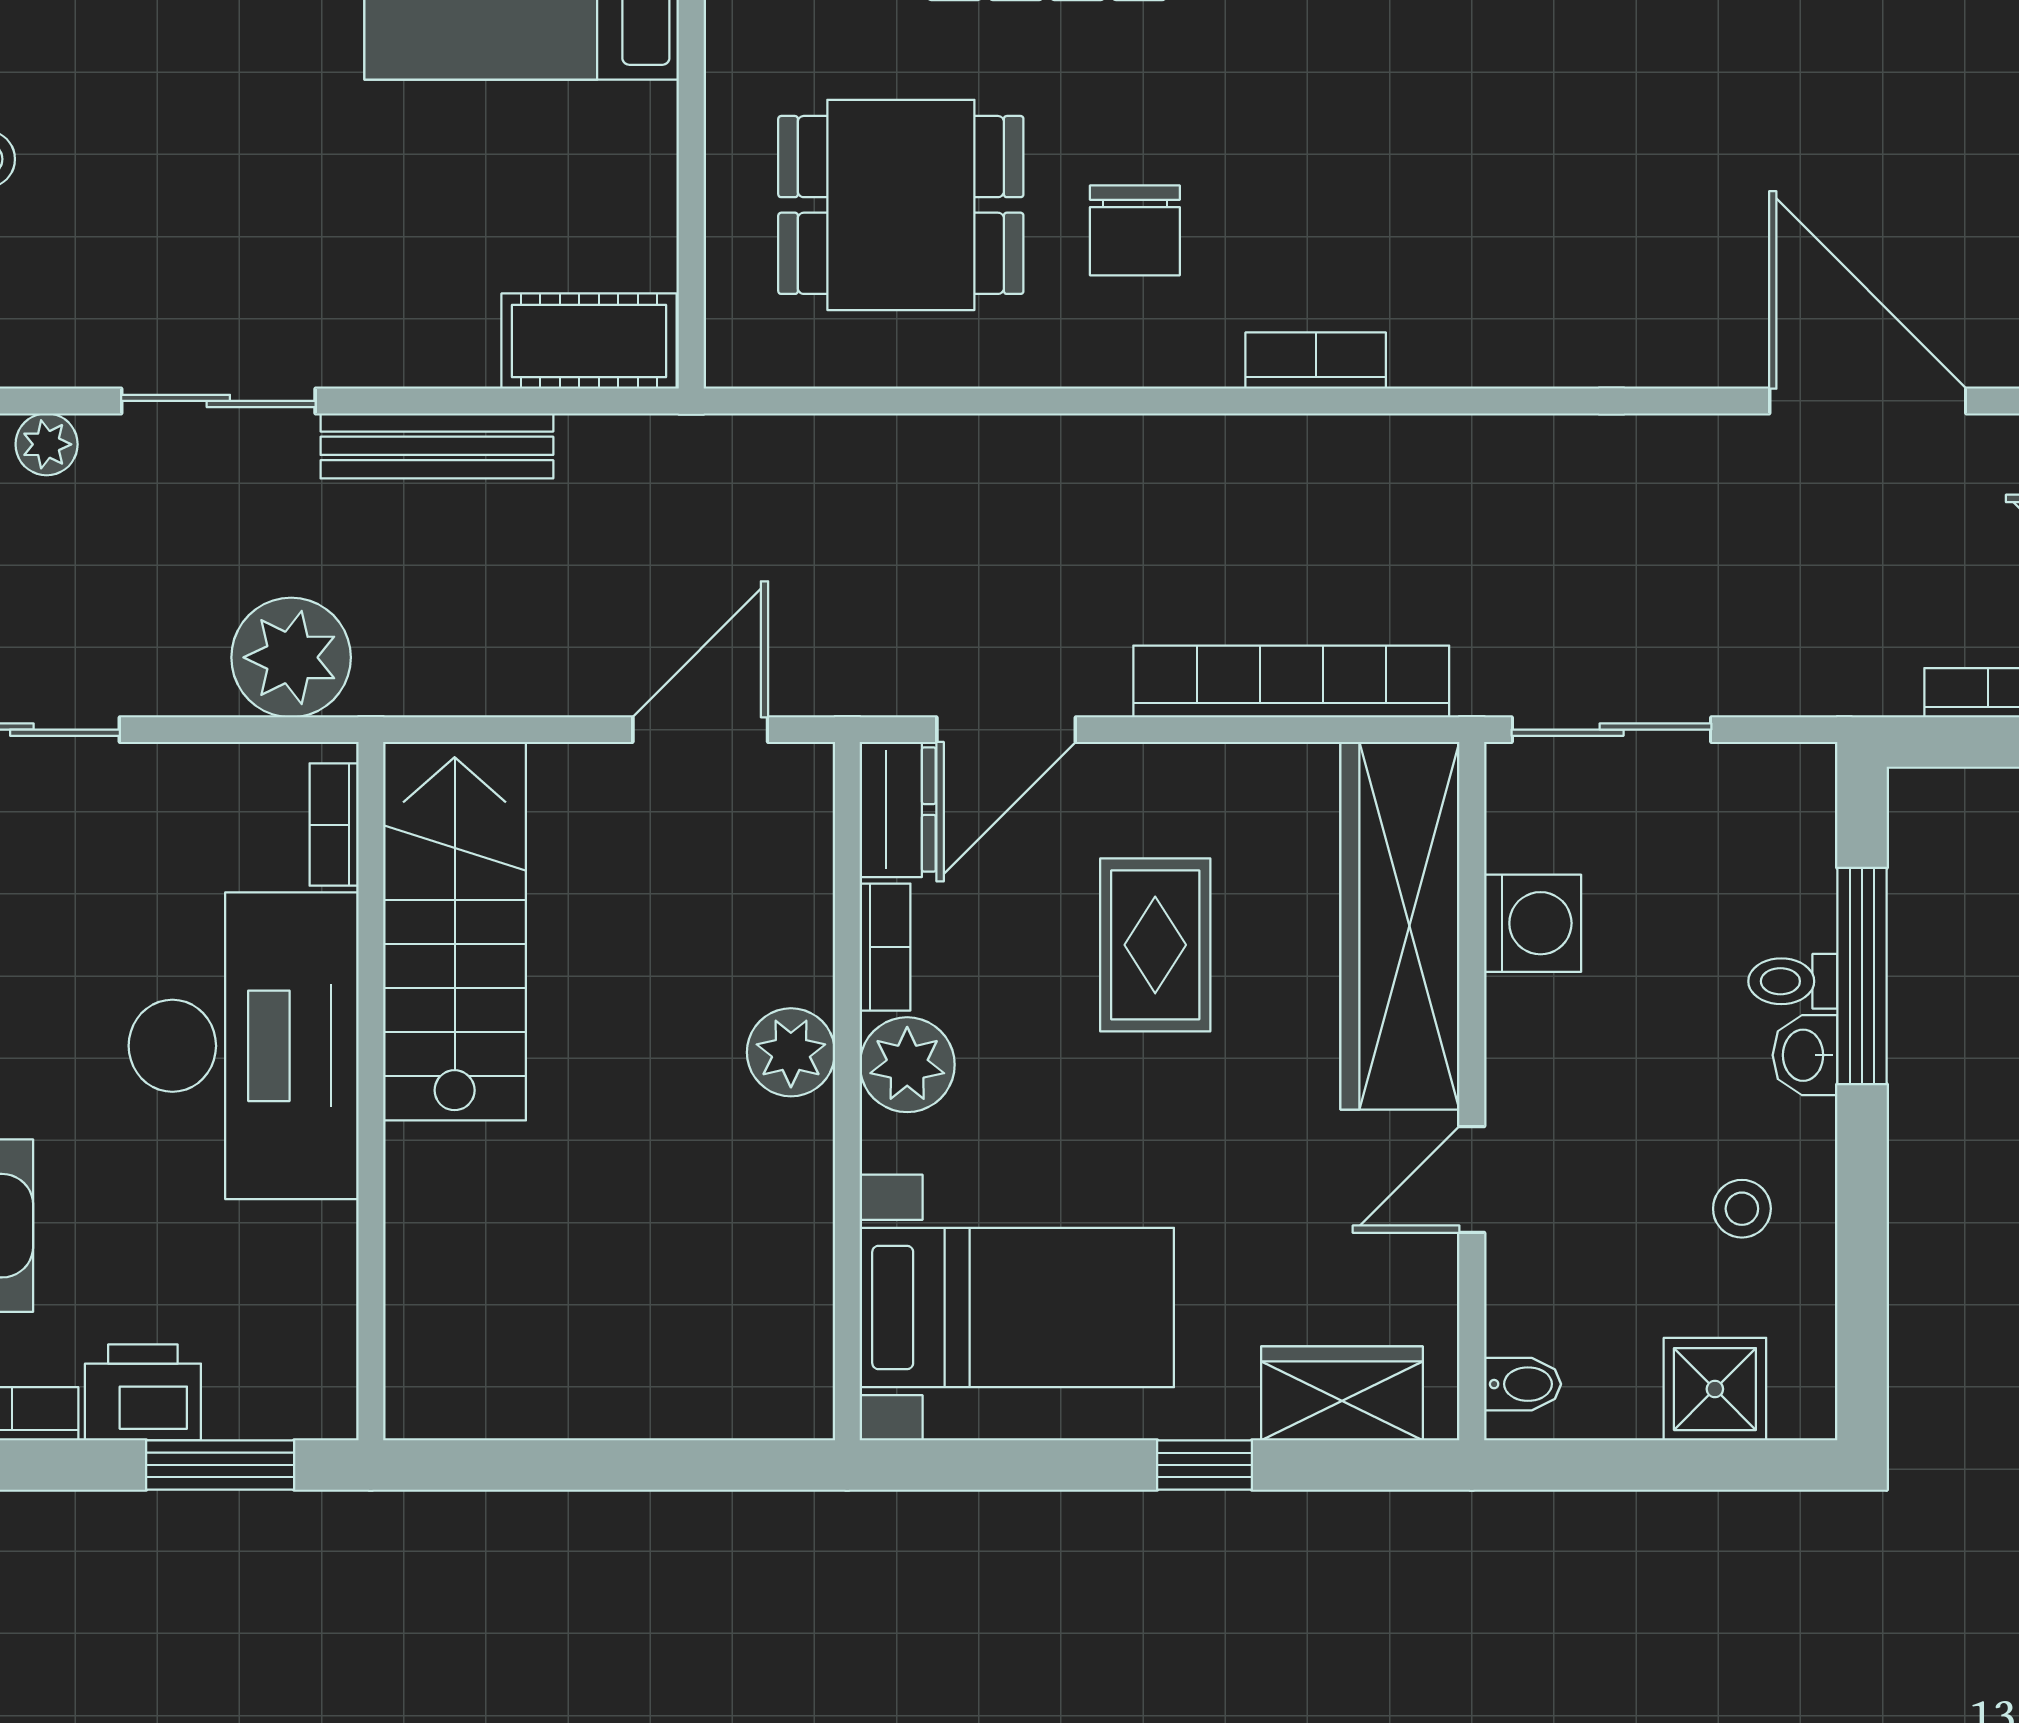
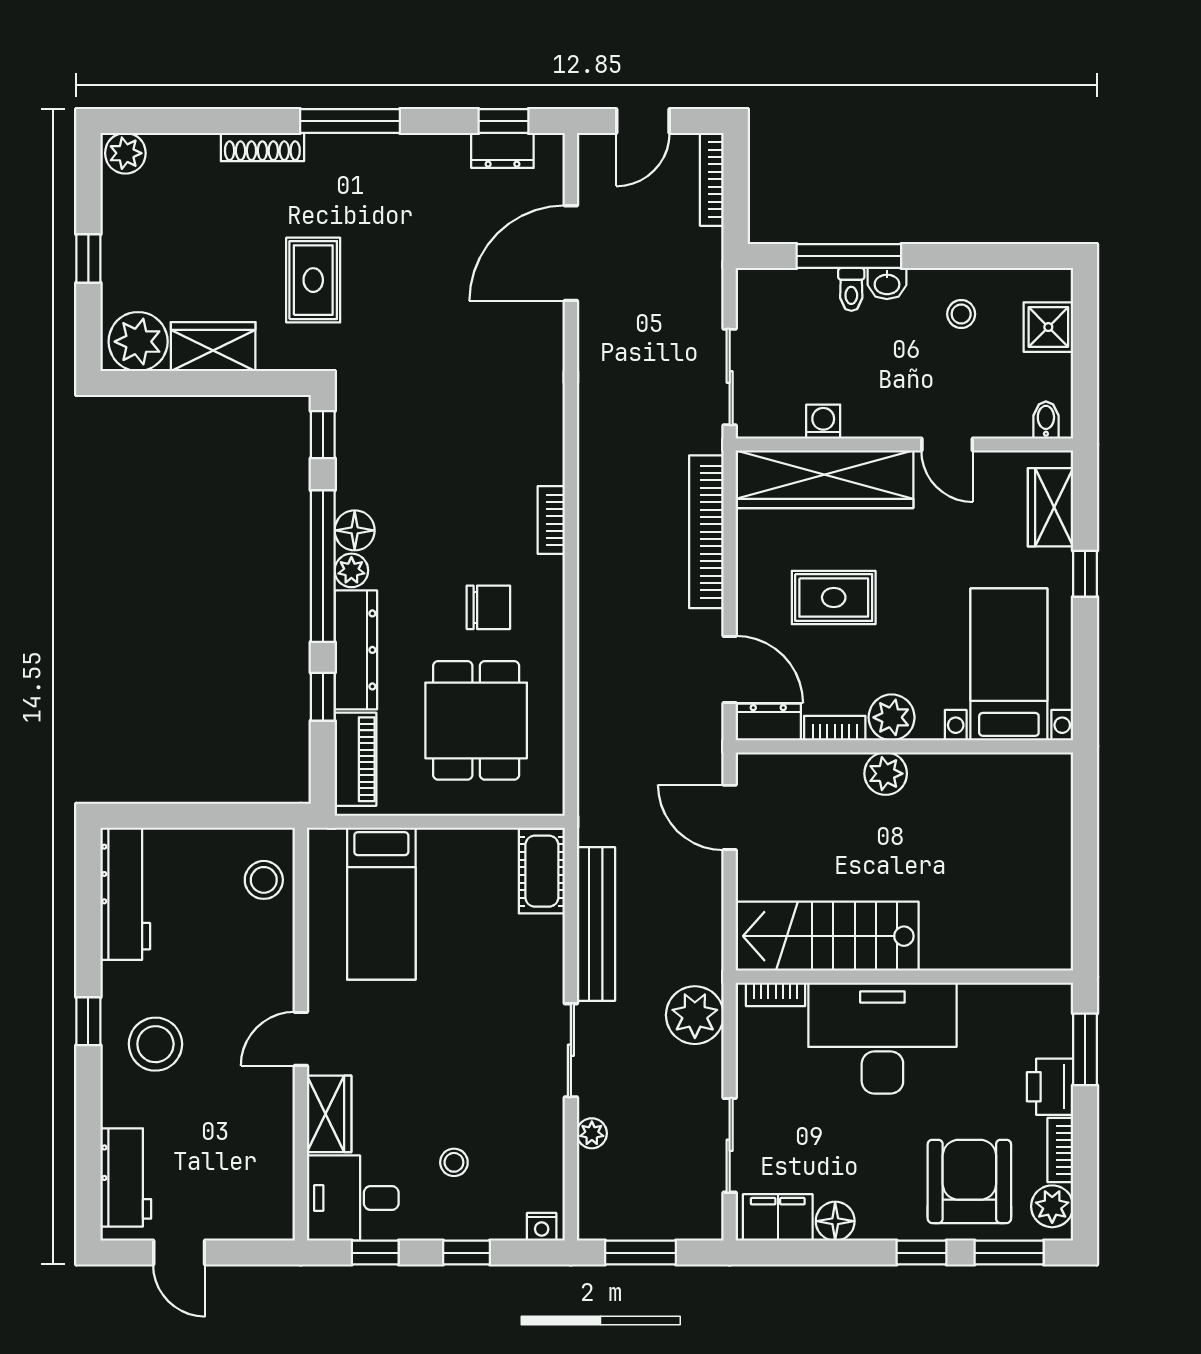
bench: (437, 446) -> (596, 924), width x1.37, depth x1.21
washing machine: (1533, 923) -> (823, 422), width x0.73, depth x0.73

